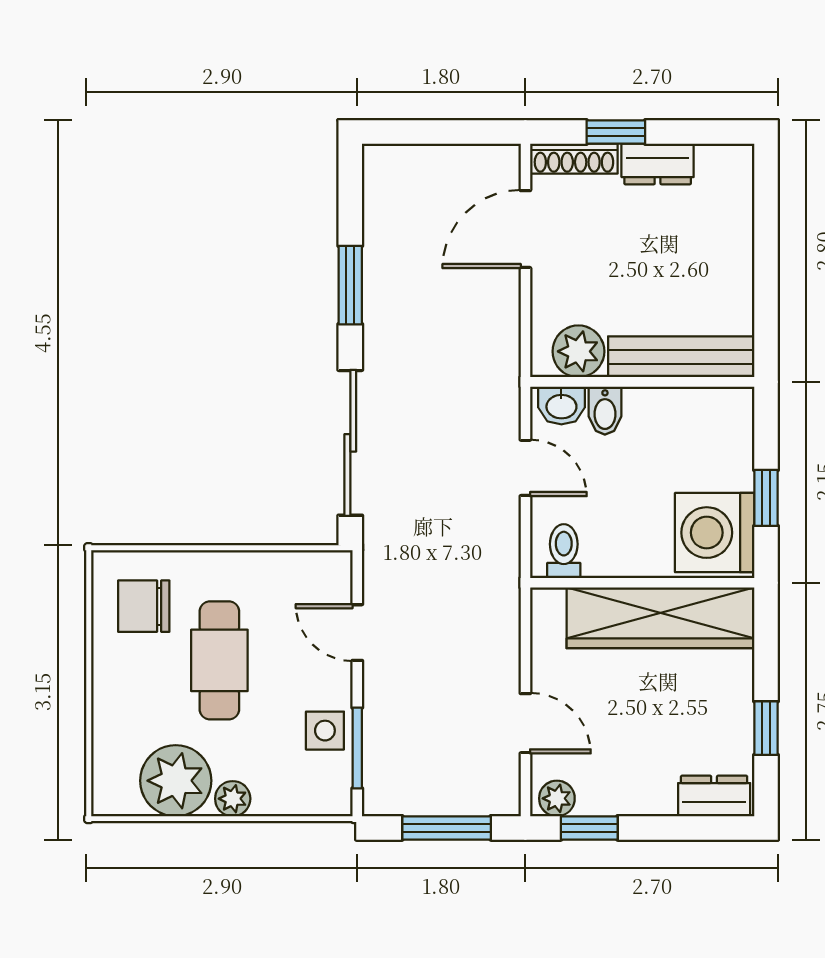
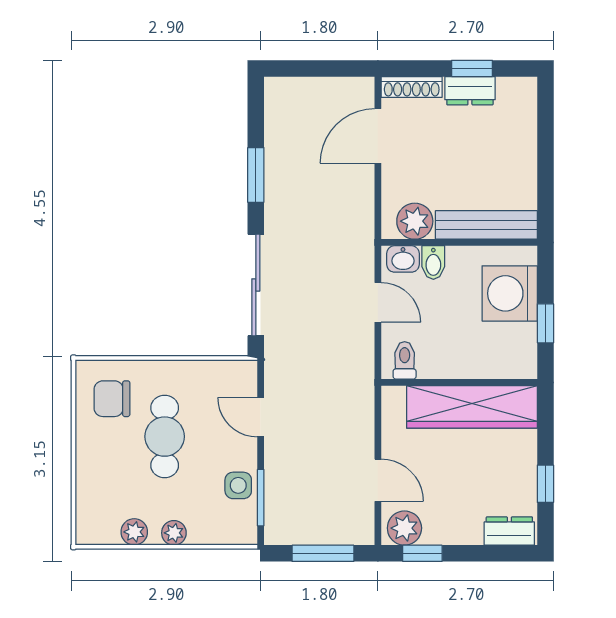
window: (616, 132) -> (472, 68), moved
washing machine: (715, 533) -> (510, 293), moved
plant: (176, 781) -> (134, 532), width x0.53, depth x0.53
plant: (557, 798) -> (404, 528), width x1.38, depth x1.38

